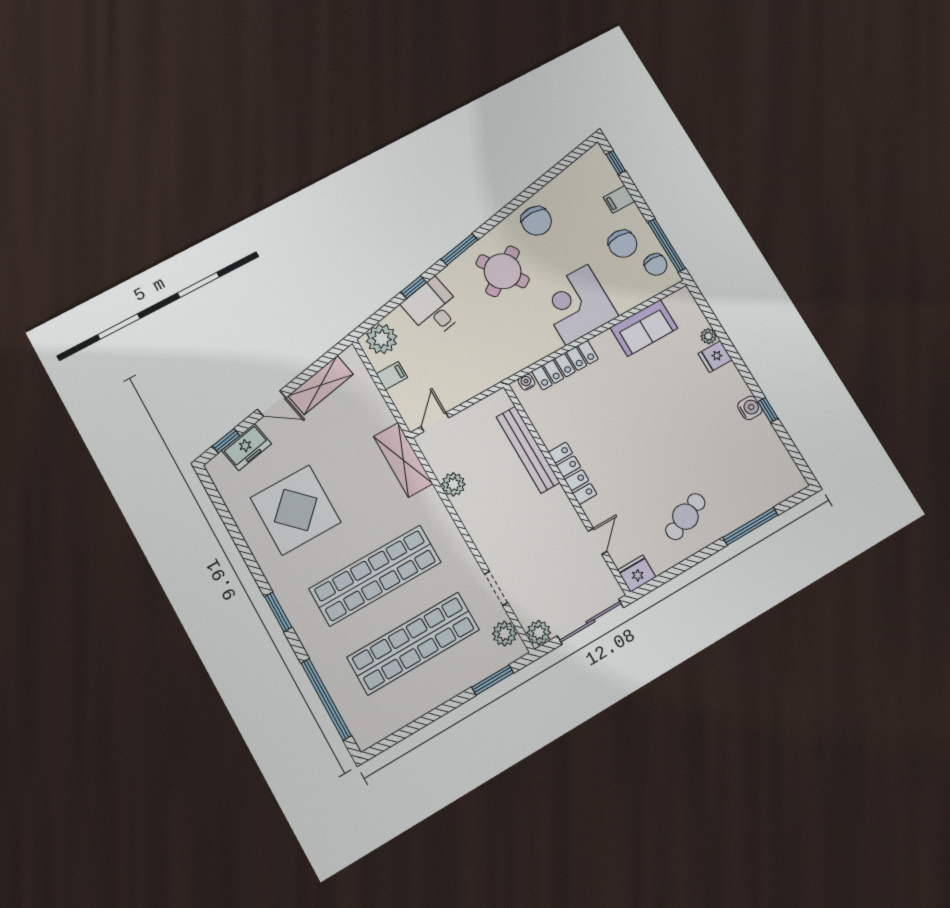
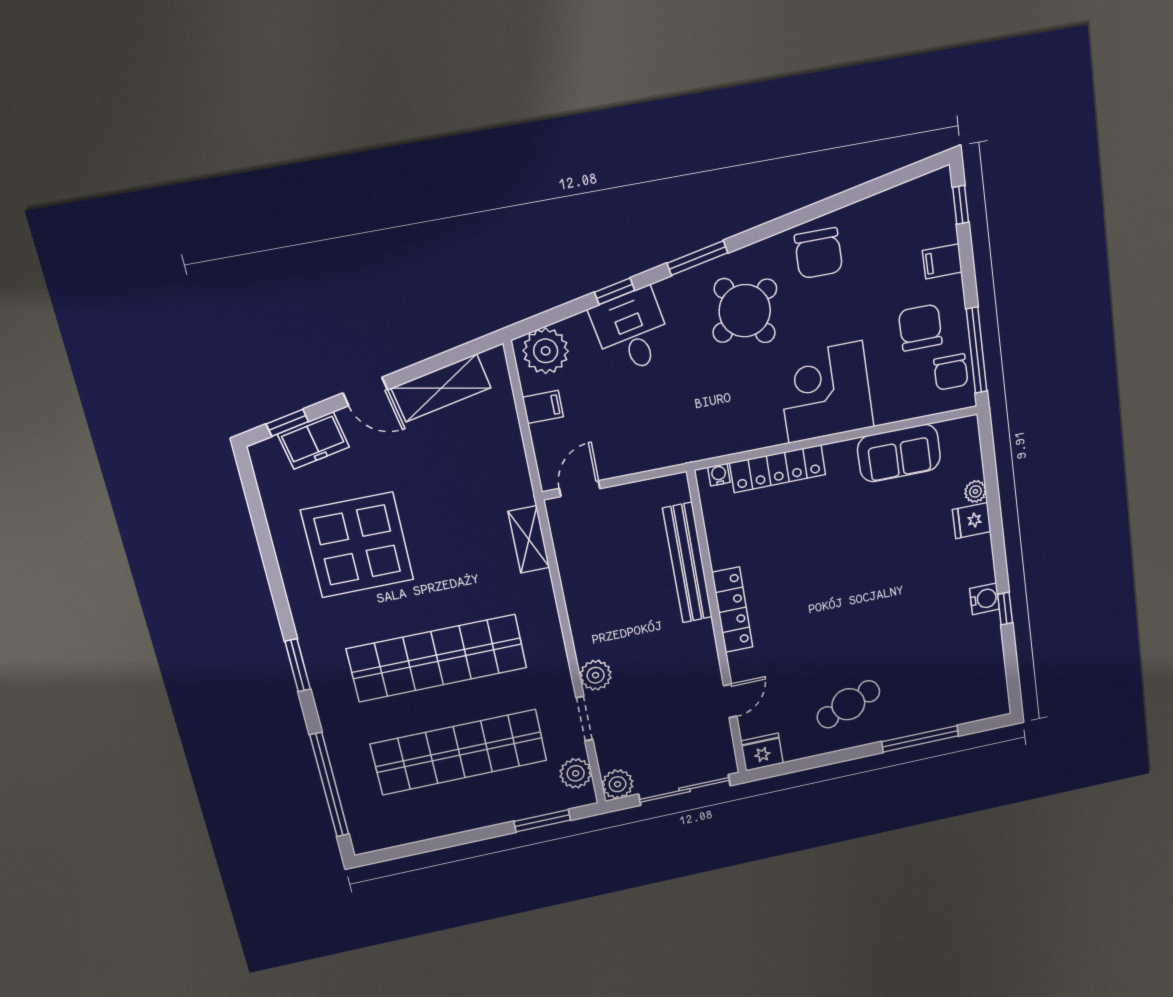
chair: (623, 244) -> (920, 328), turned 180
shelving: (403, 460) -> (529, 539), width x0.67, depth x0.75
plant: (453, 484) -> (596, 675), moved

